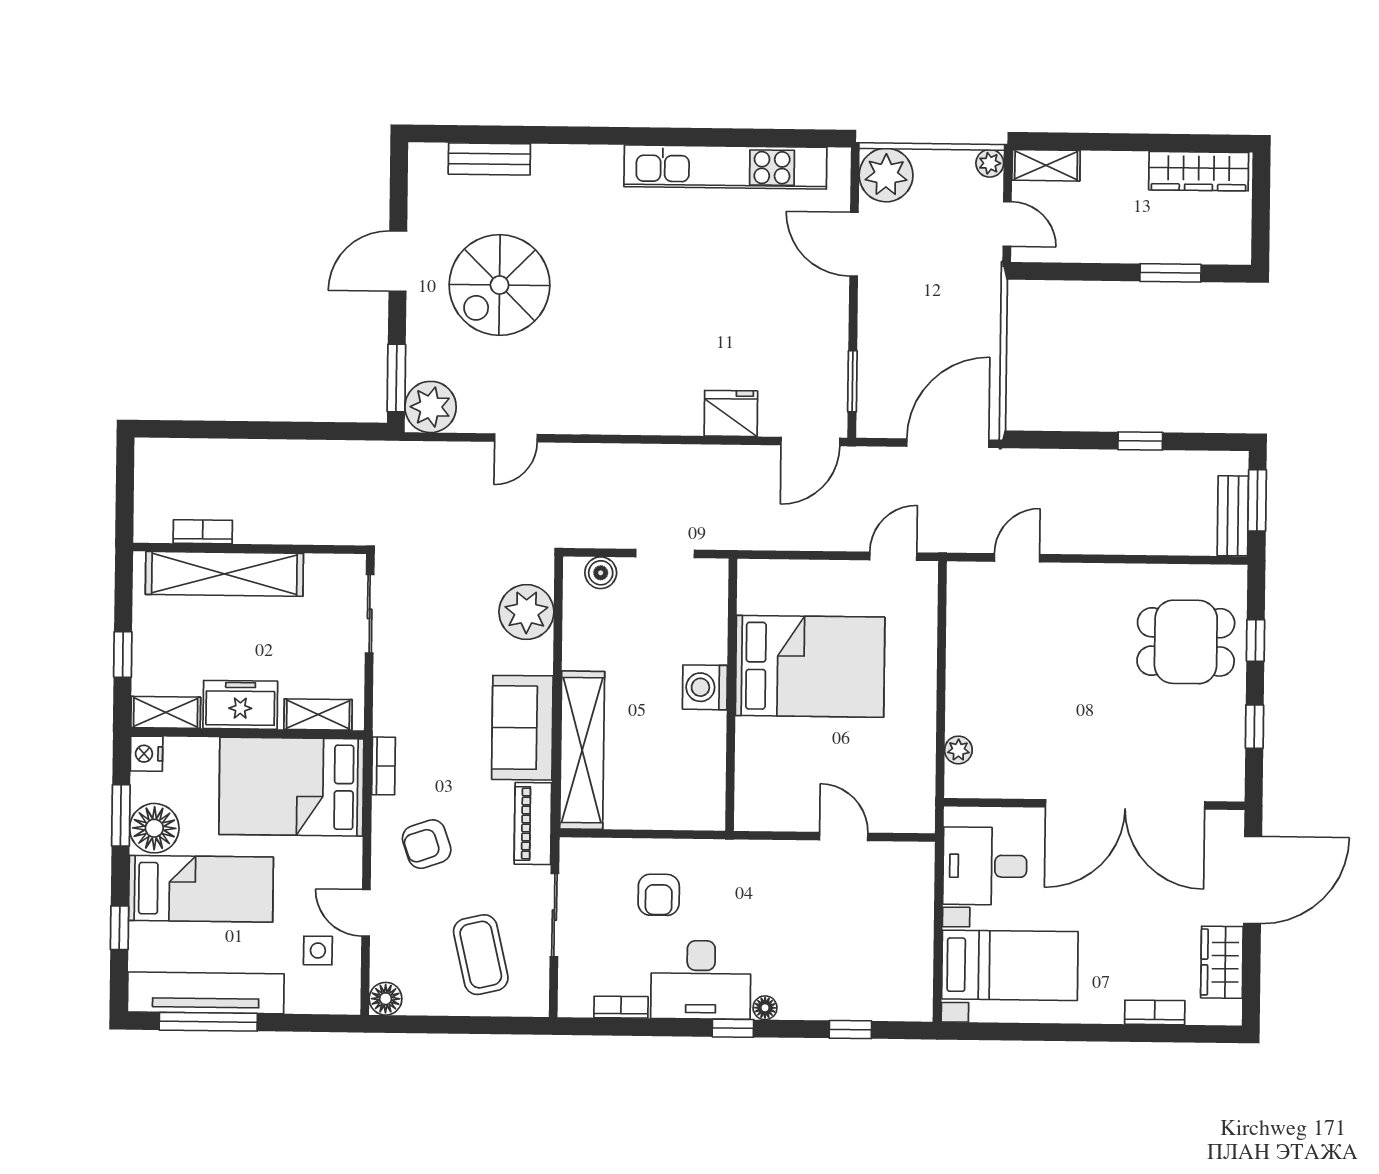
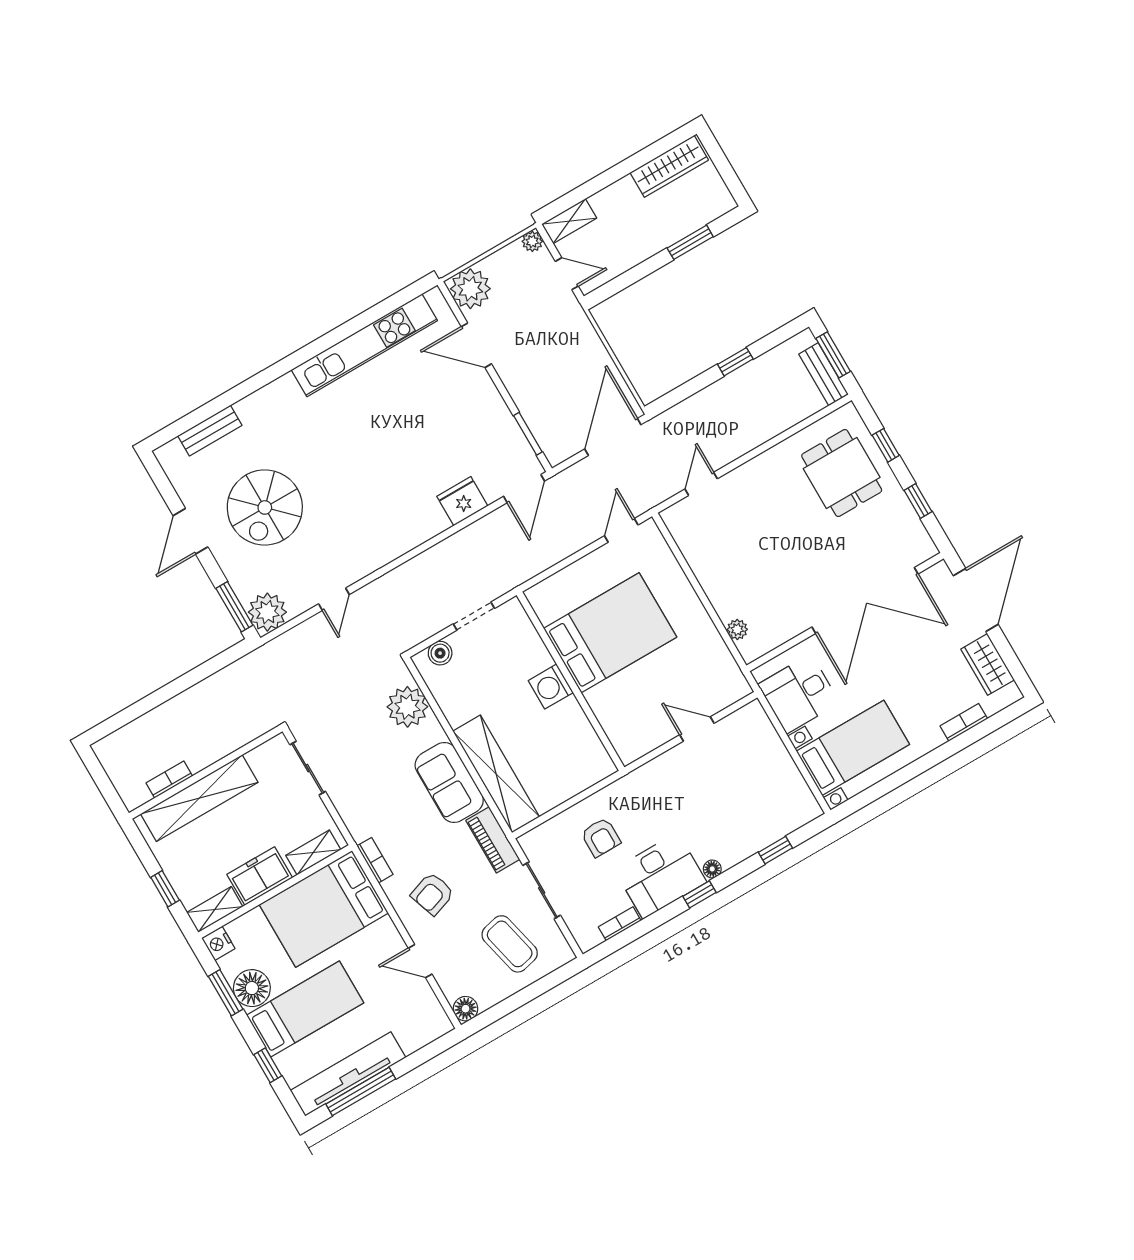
dining table: (1186, 642) -> (842, 473), turned 90
side table: (318, 951) -> (404, 1004), removed

